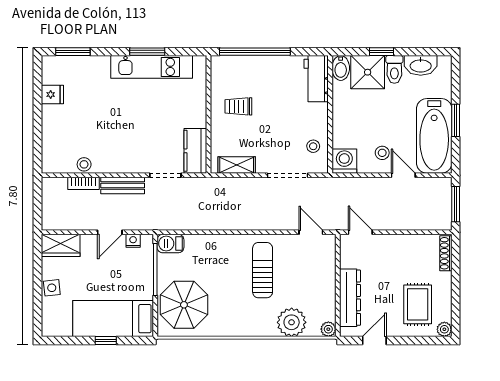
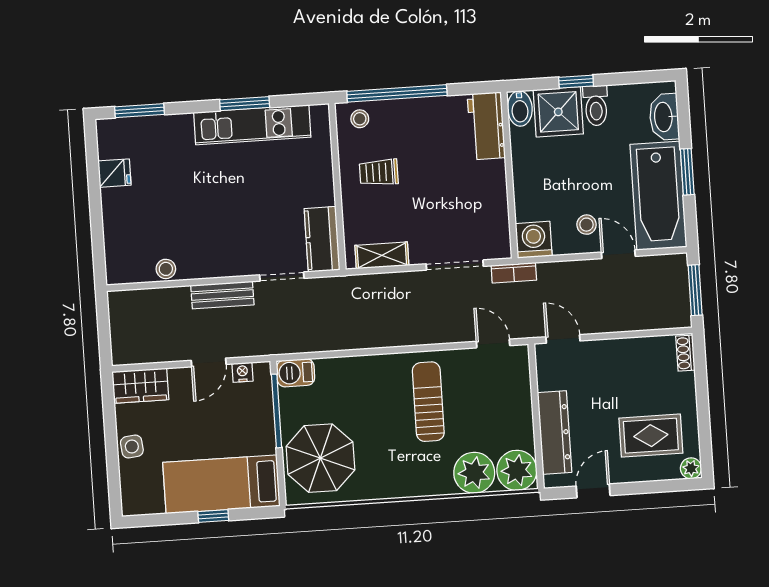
washbasin: (421, 65) -> (664, 117), moved, turned 90
stool: (313, 146) -> (360, 119), moved
bookcase: (84, 183) -> (514, 273), moved
shoe rack: (446, 253) -> (685, 353), width x0.70
rug: (418, 304) -> (651, 436), turned 90
plant: (328, 329) -> (517, 470), width x1.88, depth x1.88

